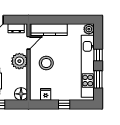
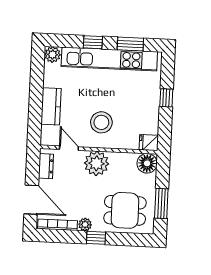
kitchen counter: (49, 30) -> (51, 106), width x0.67
fridge: (46, 94) -> (149, 143), moved

